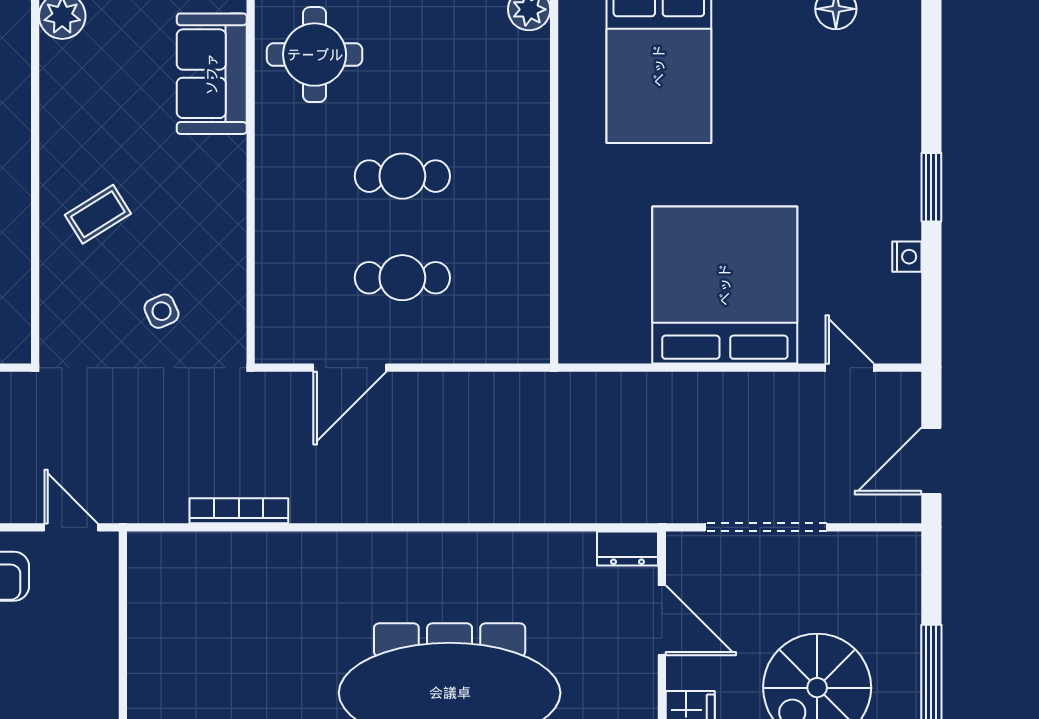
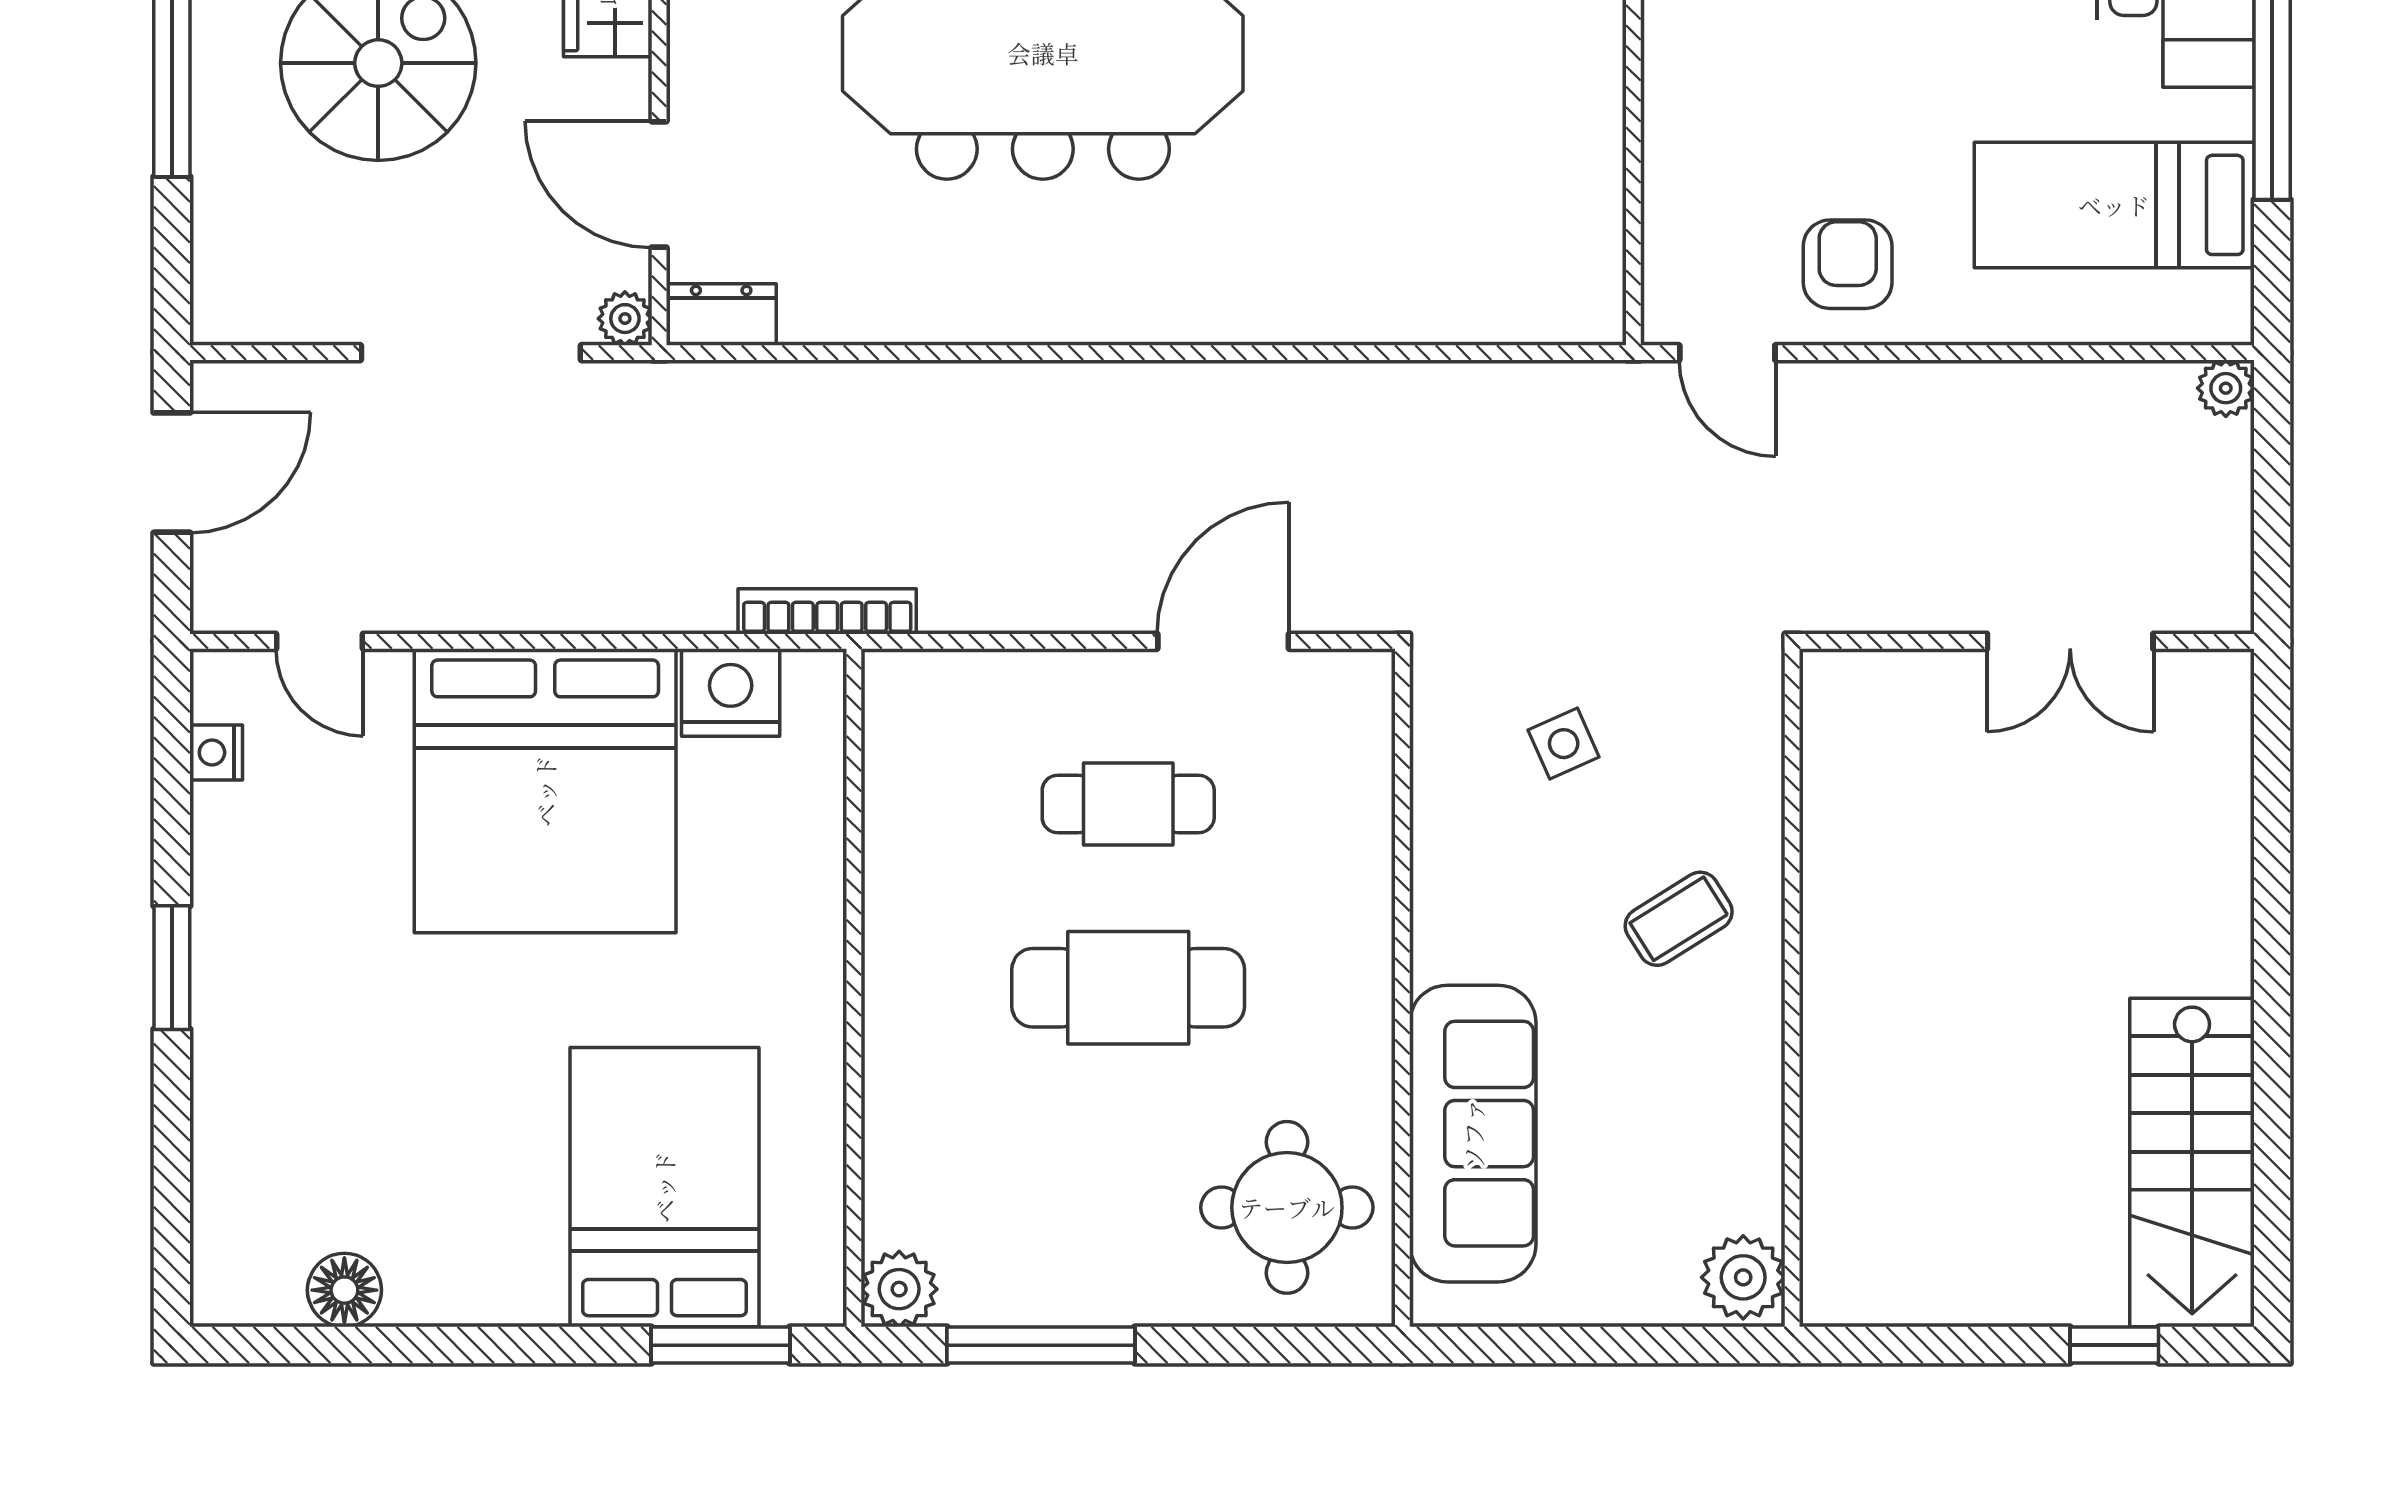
sofa: (212, 74) -> (1473, 1134), width x1.36
cafe table: (402, 176) -> (1128, 988), width x1.37, depth x1.35
nightstand: (907, 257) -> (216, 753), moved
nightstand: (622, 339) -> (731, 692), added
bookcase: (239, 511) -> (827, 611), moved, turned 180
plant: (681, 546) -> (625, 319), added

